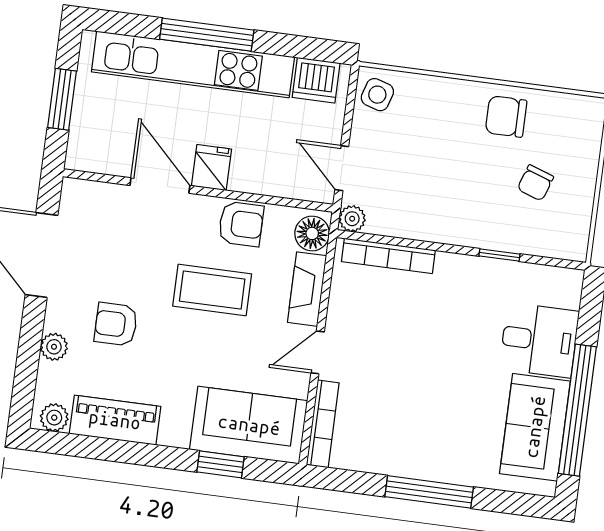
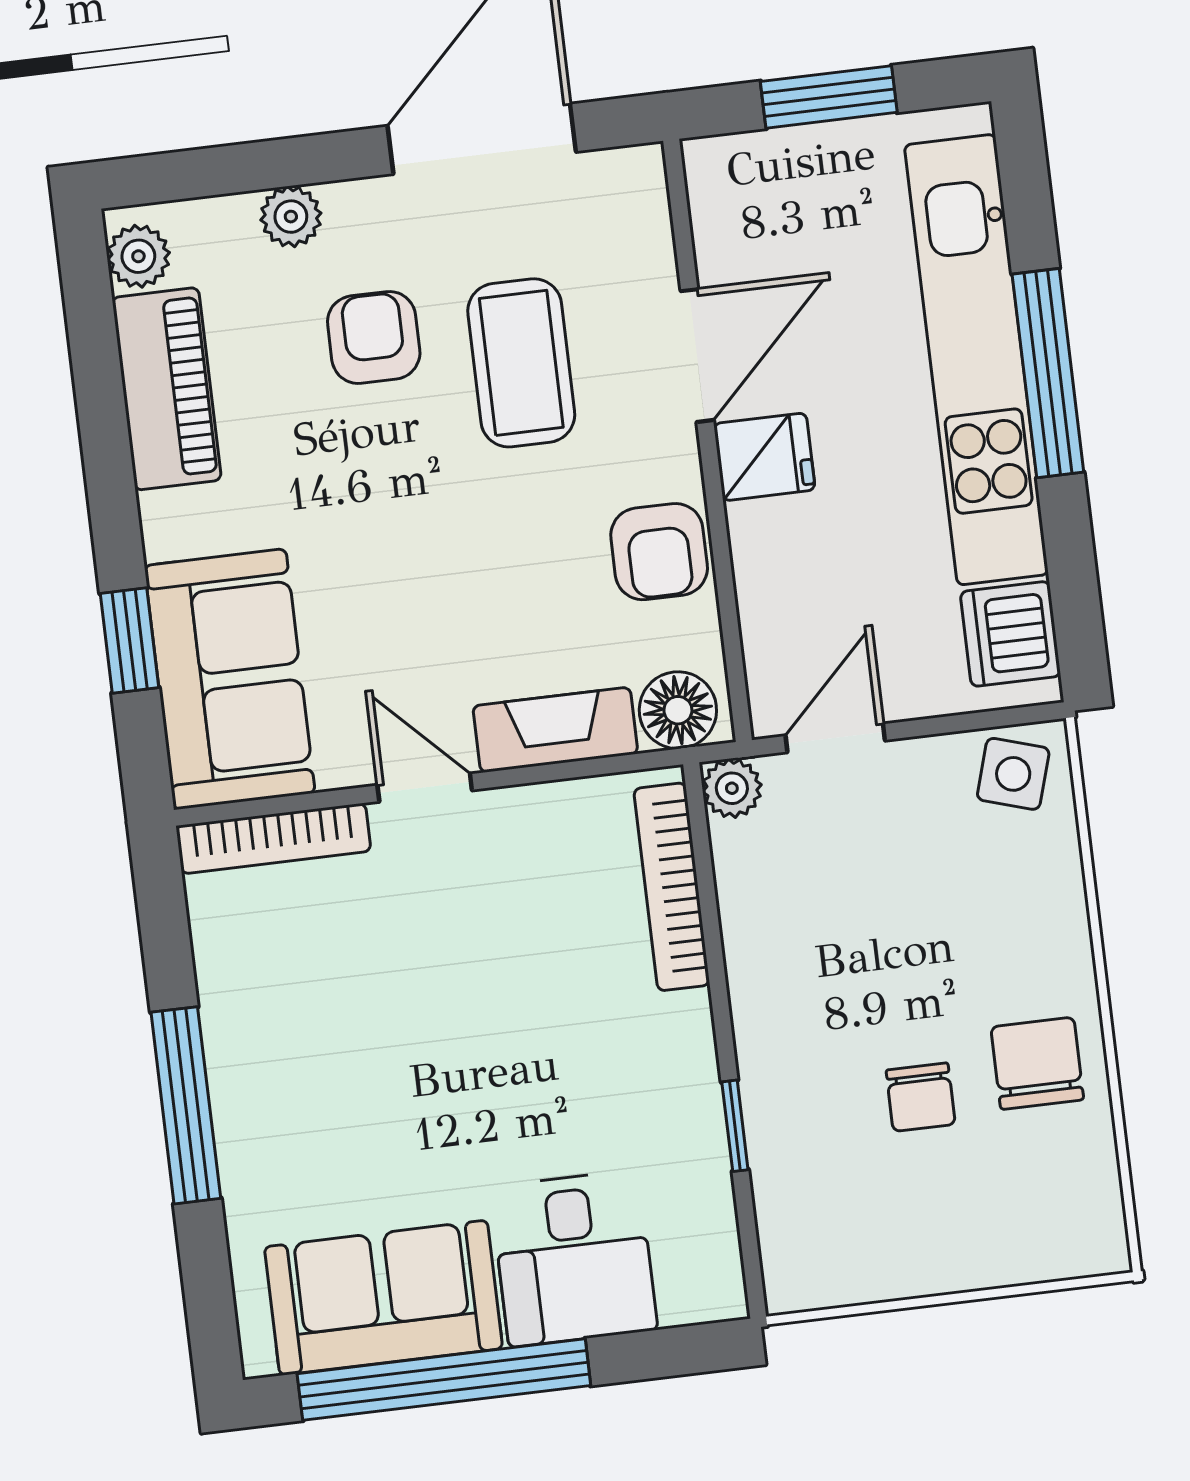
chair: (535, 183) -> (921, 1097), moved, turned -109
coffee table: (212, 290) -> (521, 363), moved

